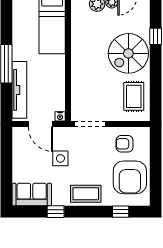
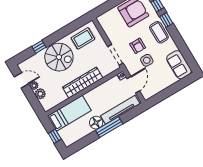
floor lamp: (21, 51) -> (96, 123), added
wardrobe: (80, 64) -> (83, 83), added
armchair: (125, 144) -> (138, 46), moved
window: (56, 212) -> (166, 20), moved

